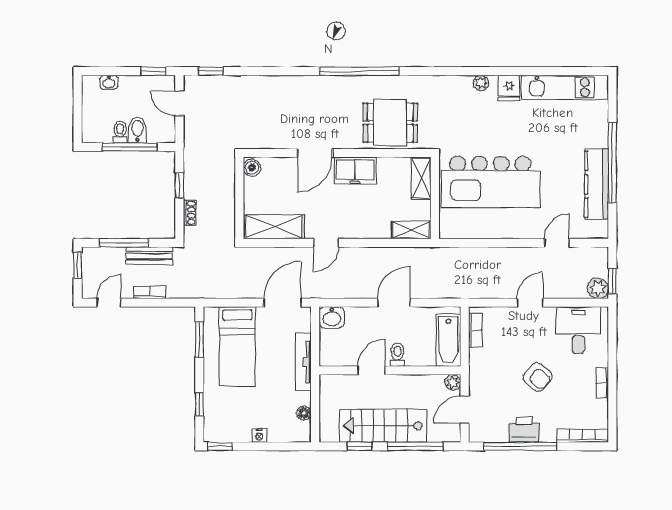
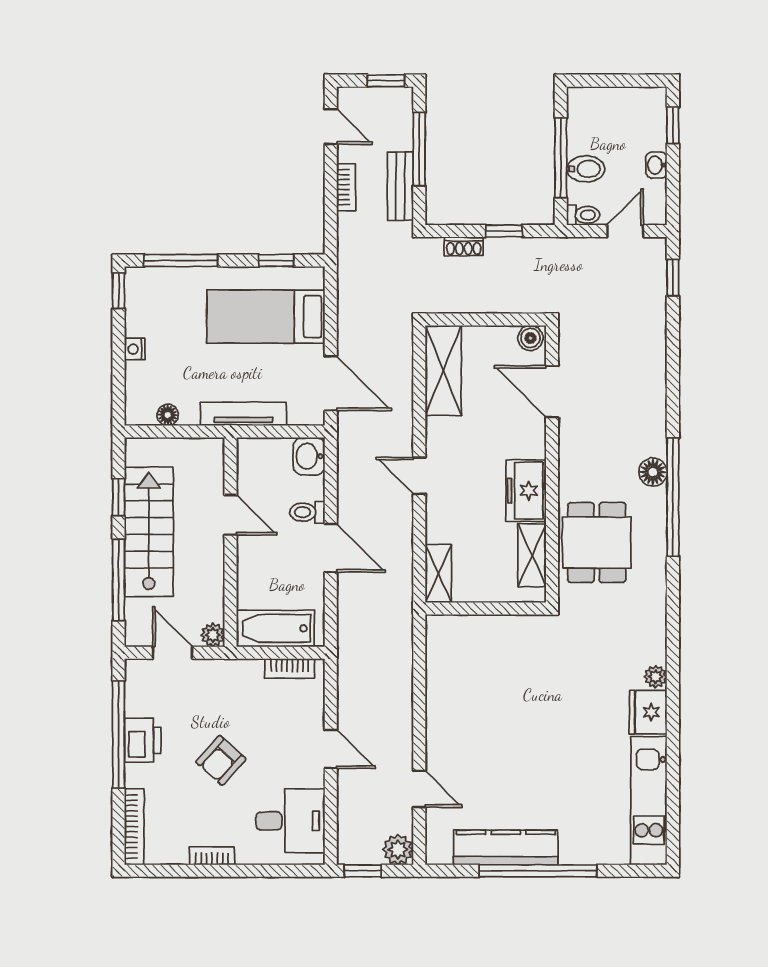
window: (154, 71) -> (673, 125), moved
washbasin: (109, 82) -> (656, 165), moved
floor lamp: (343, 85) -> (653, 472), added
fridge: (509, 88) -> (648, 712), width x1.38
toilet: (120, 132) -> (583, 215), moved
door: (315, 153) -> (552, 391), moved
shelving: (421, 178) -> (532, 555), moved, turned 90
kitchen island: (490, 182) -> (509, 690), removed
door: (326, 243) -> (419, 476), moved
plant: (598, 288) -> (398, 850), moved
window: (199, 340) -> (276, 261), width x0.67
toilet: (397, 355) -> (307, 512), moved, turned 180
window: (199, 404) -> (181, 261), width x2.17

